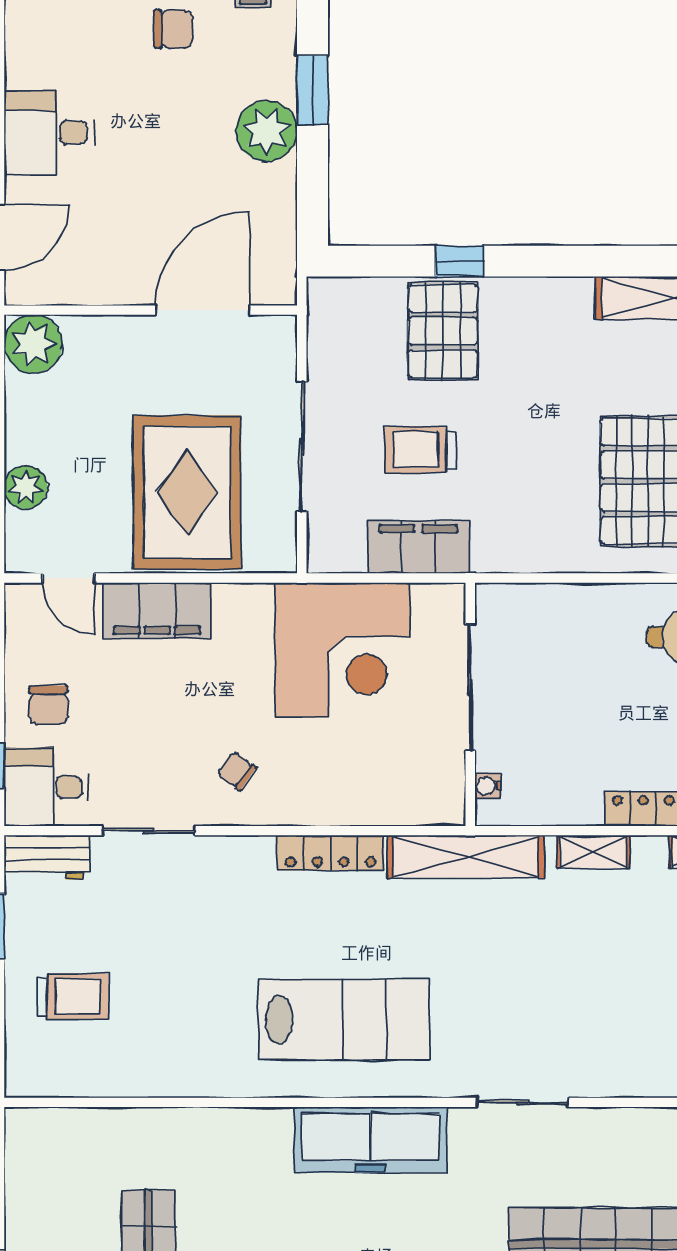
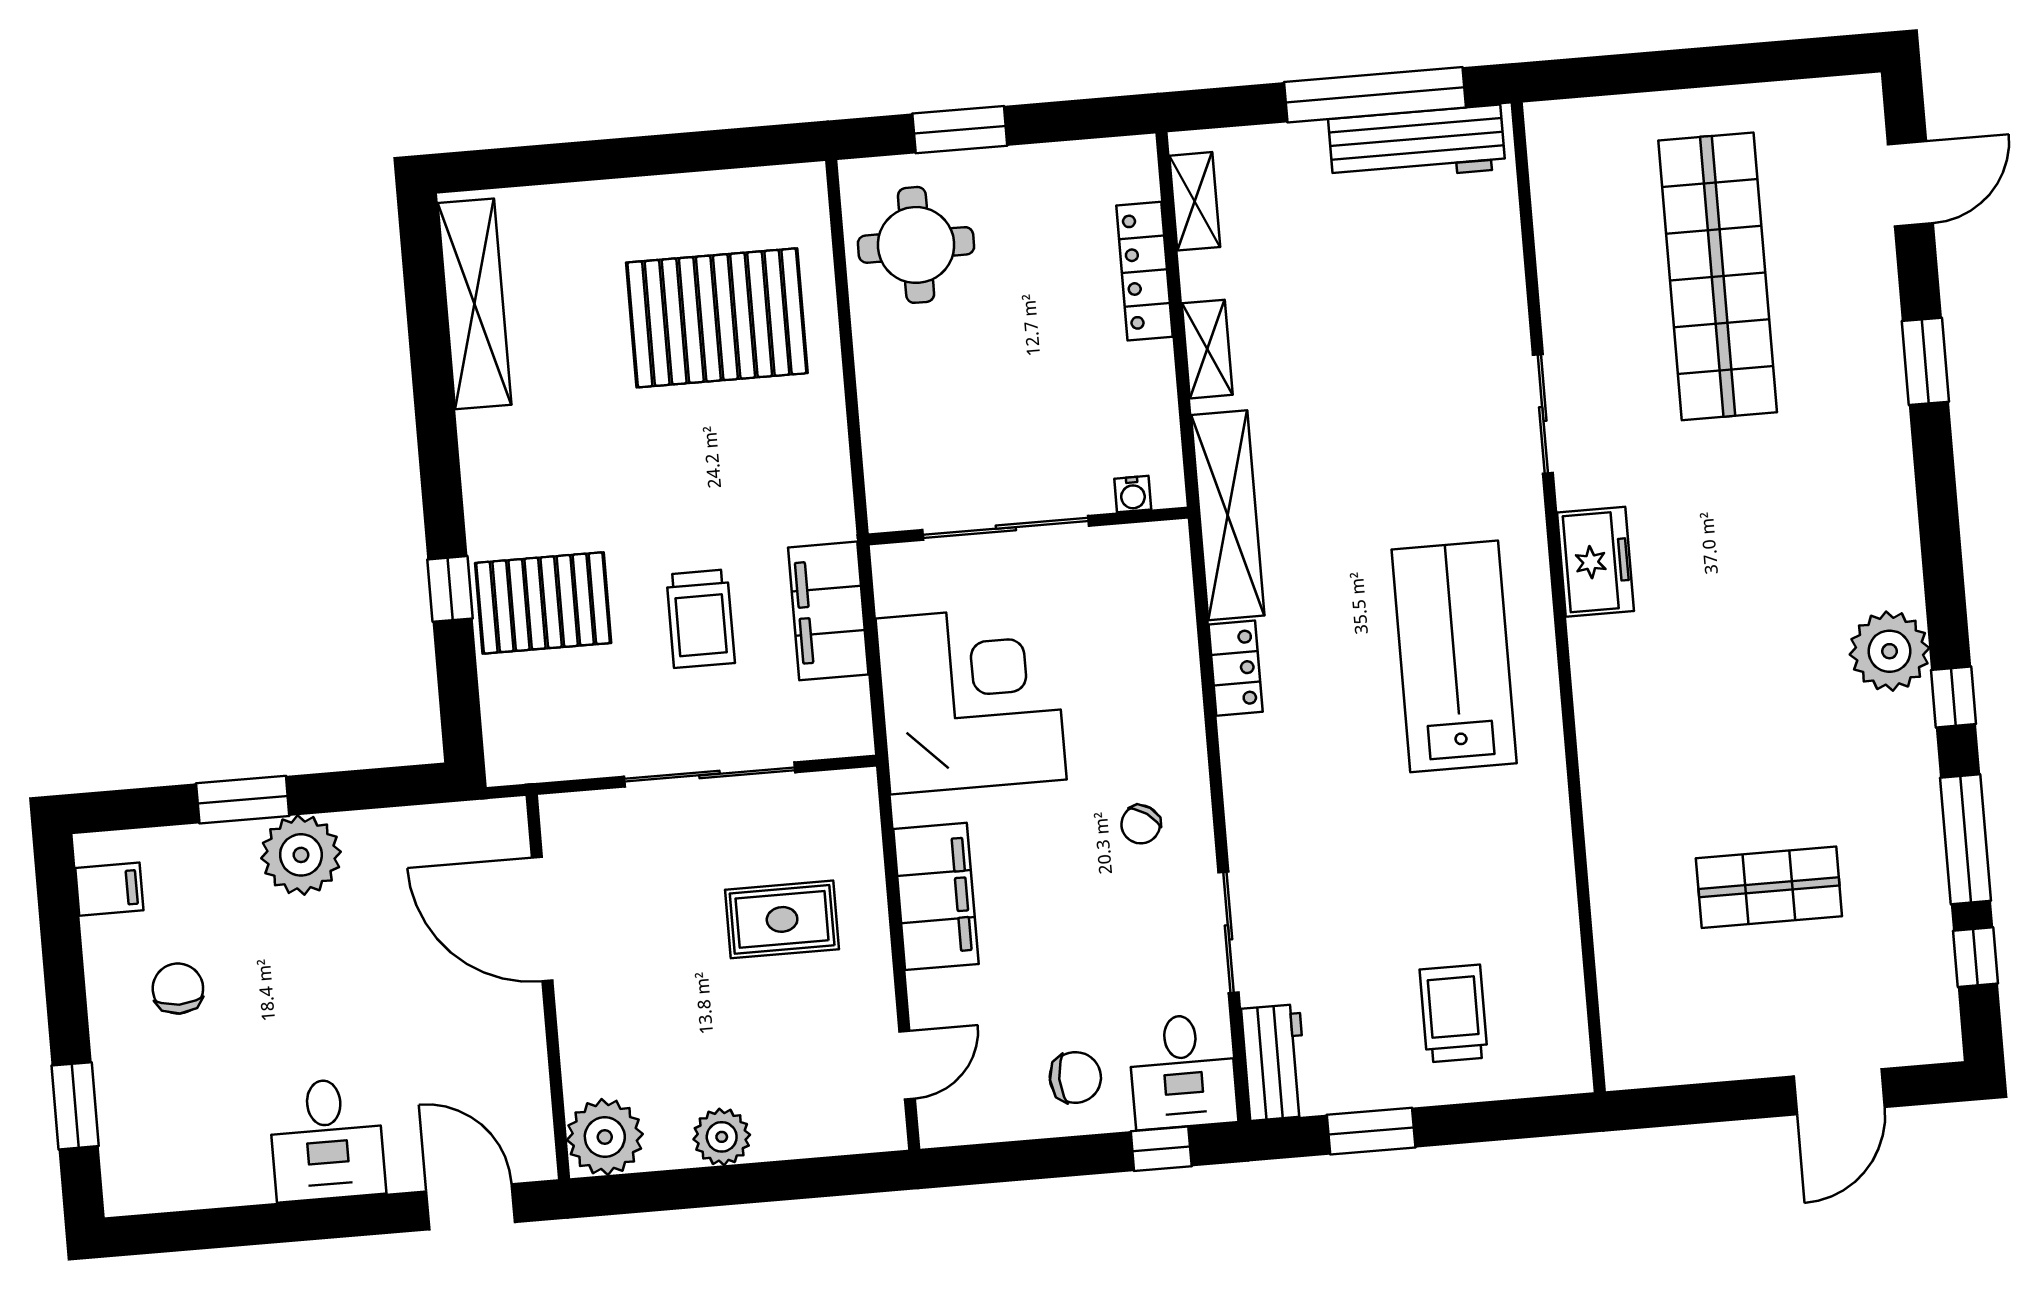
plant: (26, 487) -> (722, 1137), moved
rug: (187, 492) -> (782, 919), width x0.54, depth x0.49
filing cabinet: (157, 611) -> (936, 896), moved
locker: (331, 853) -> (1236, 668), width x0.66
freezer: (370, 1140) -> (1595, 562), width x0.52, depth x0.79

